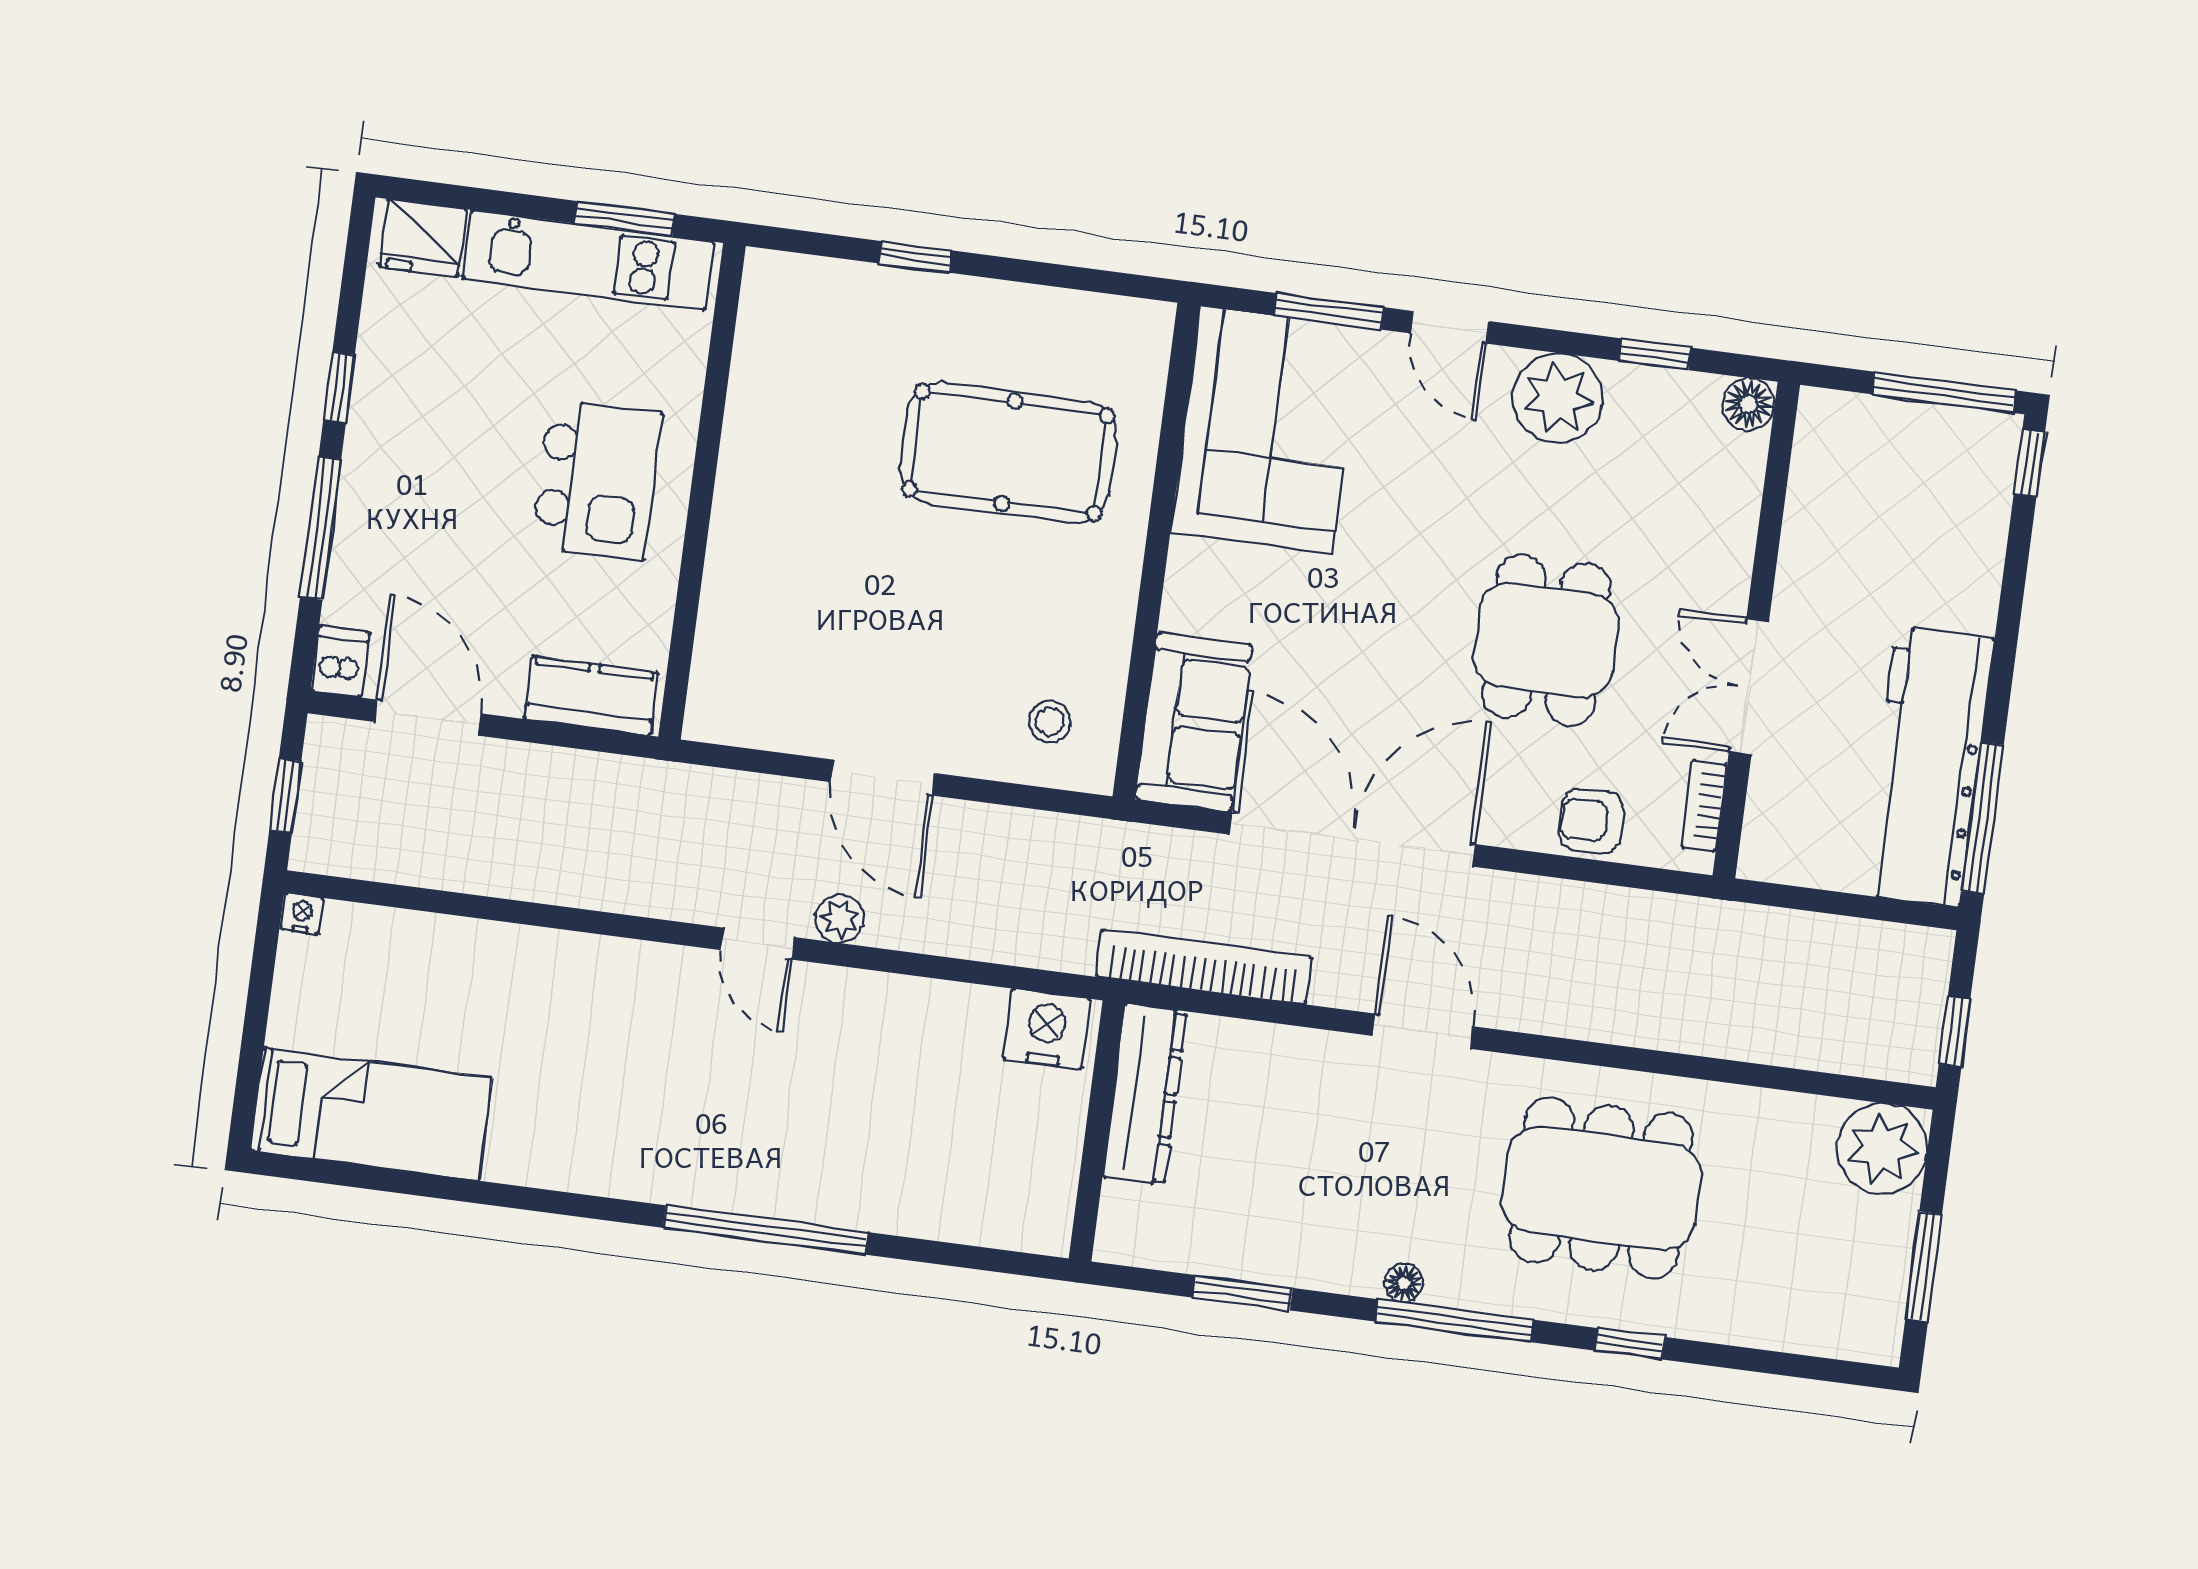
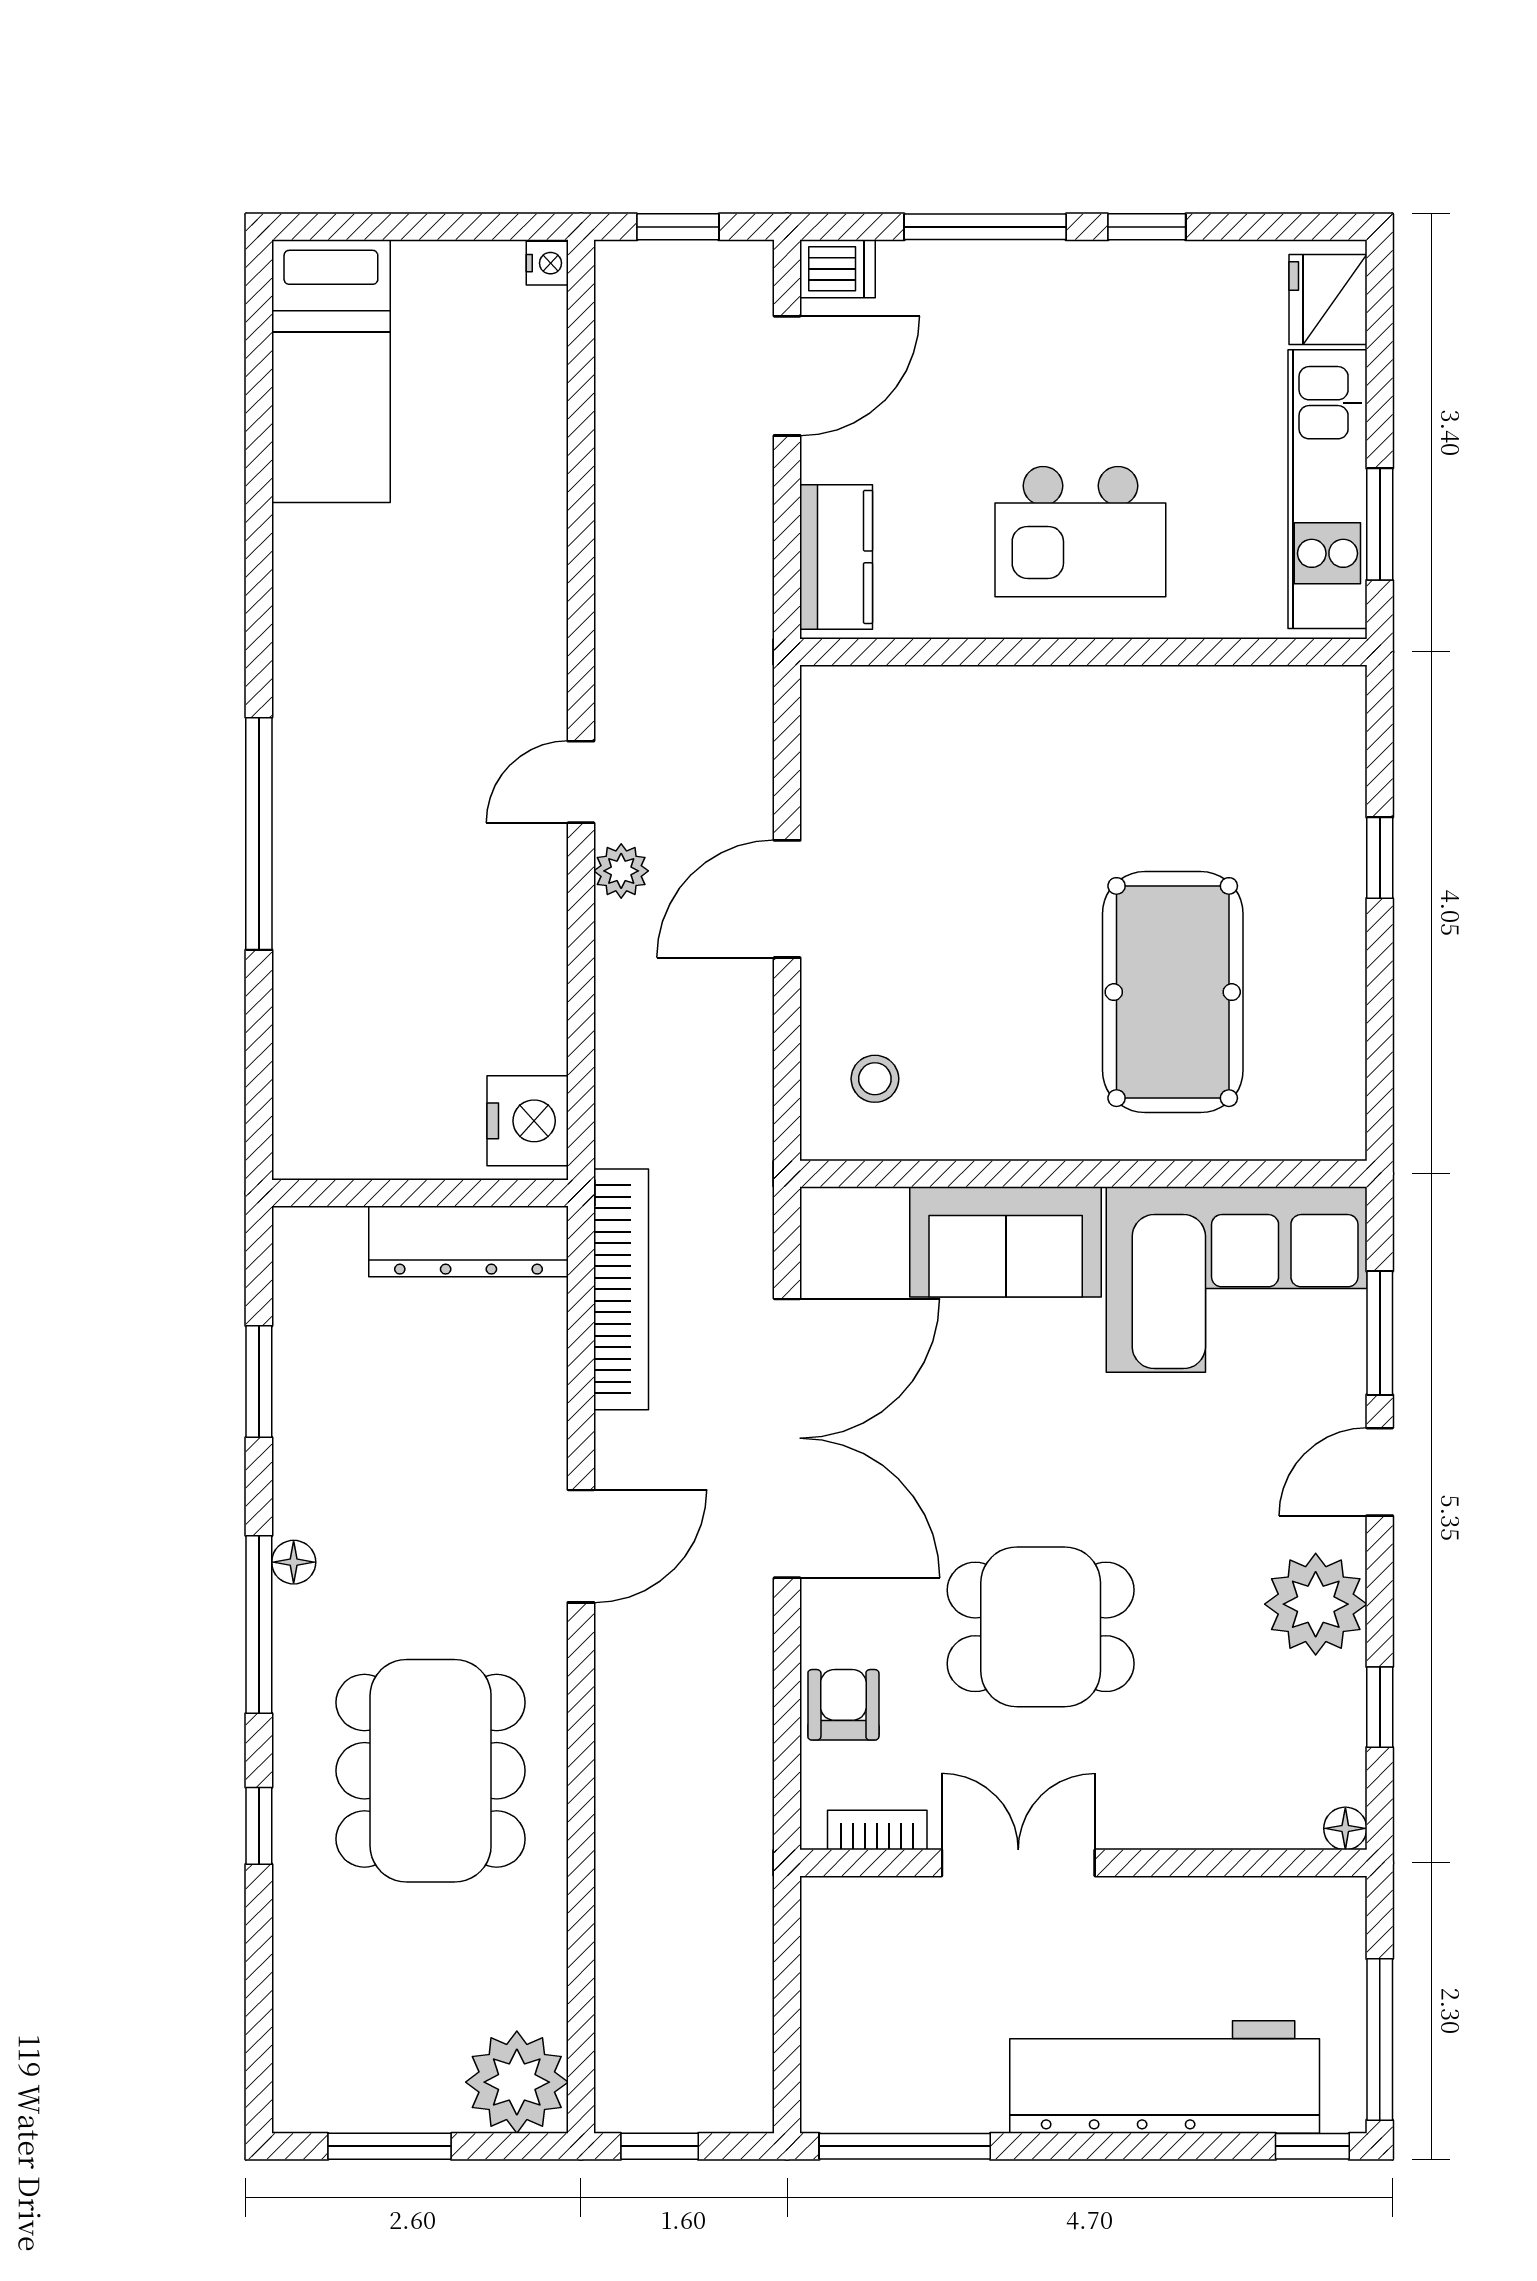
floor lamp: (1749, 404) -> (1345, 1828), width x0.73, depth x0.73
sofa: (1194, 722) -> (1006, 1242), moved
workbench: (1928, 767) -> (1165, 2077), moved

